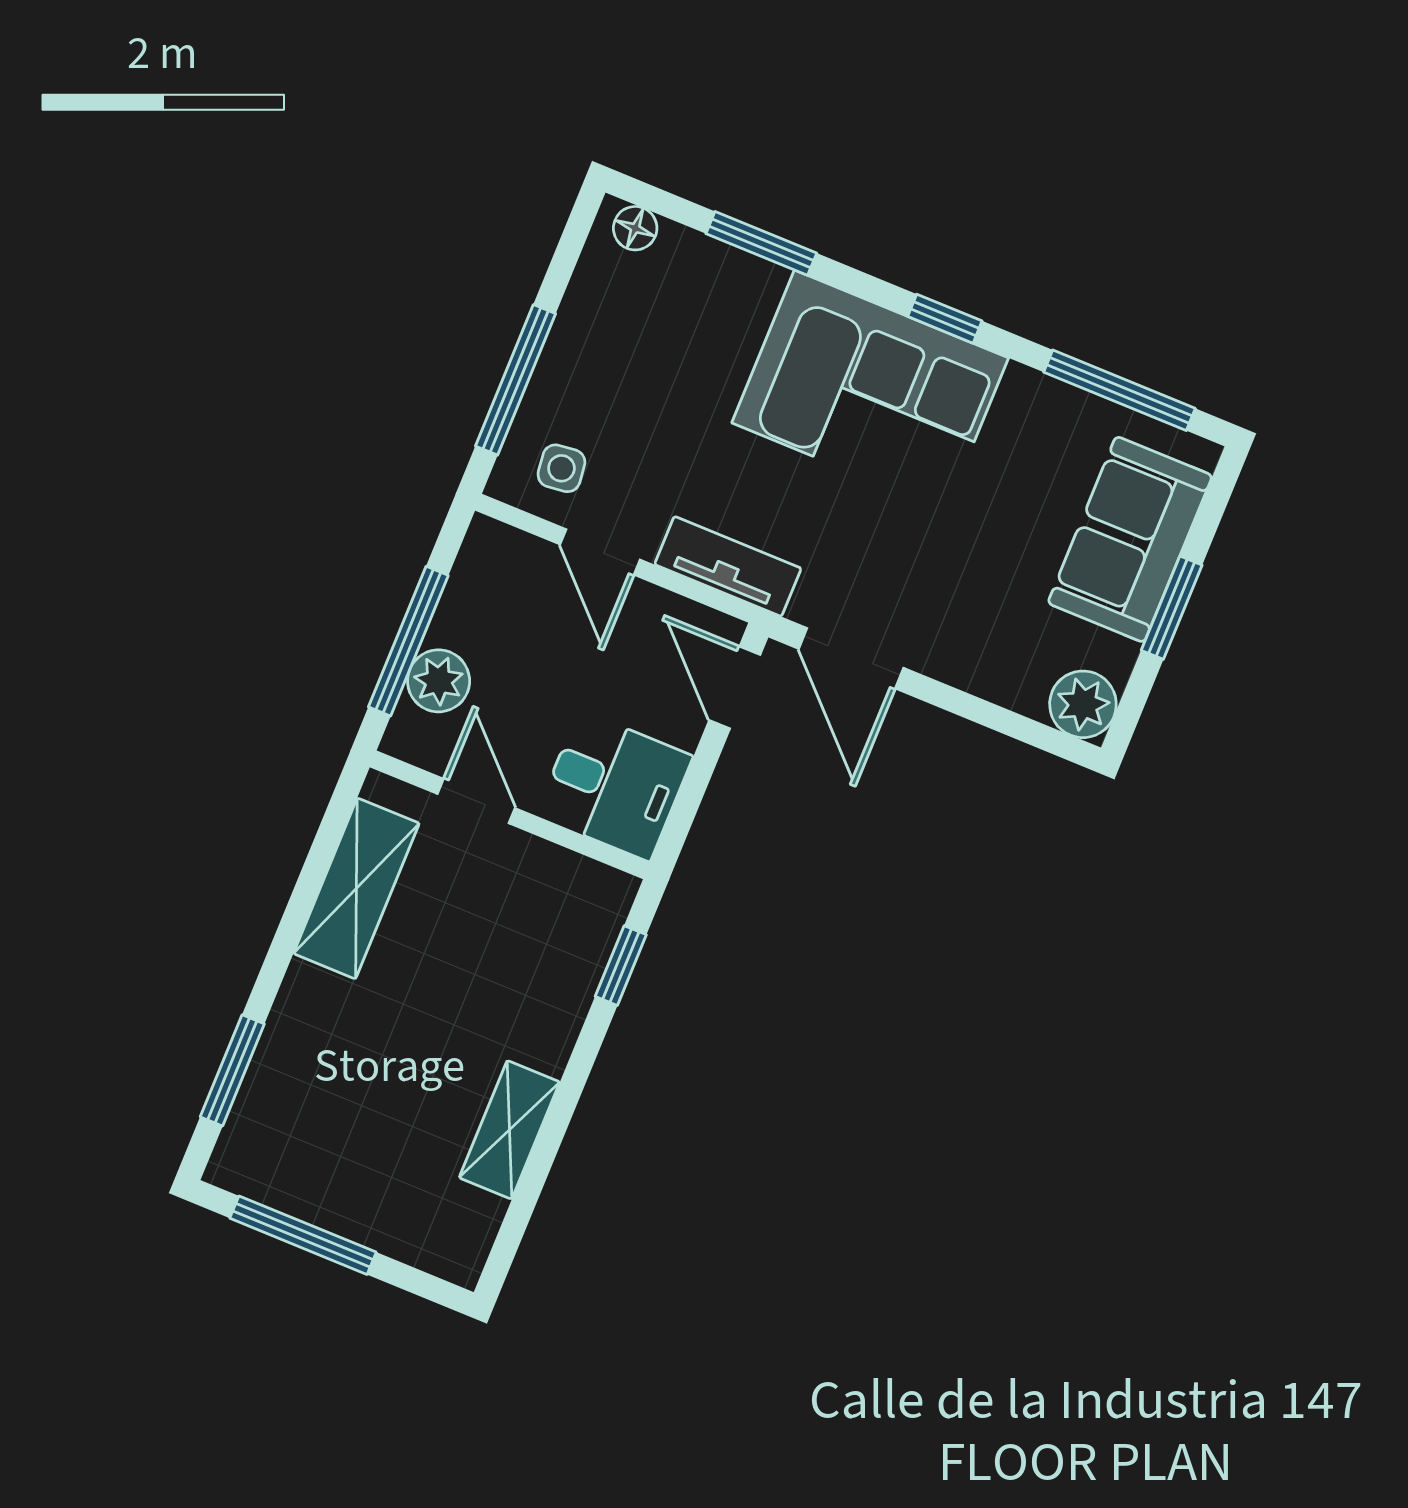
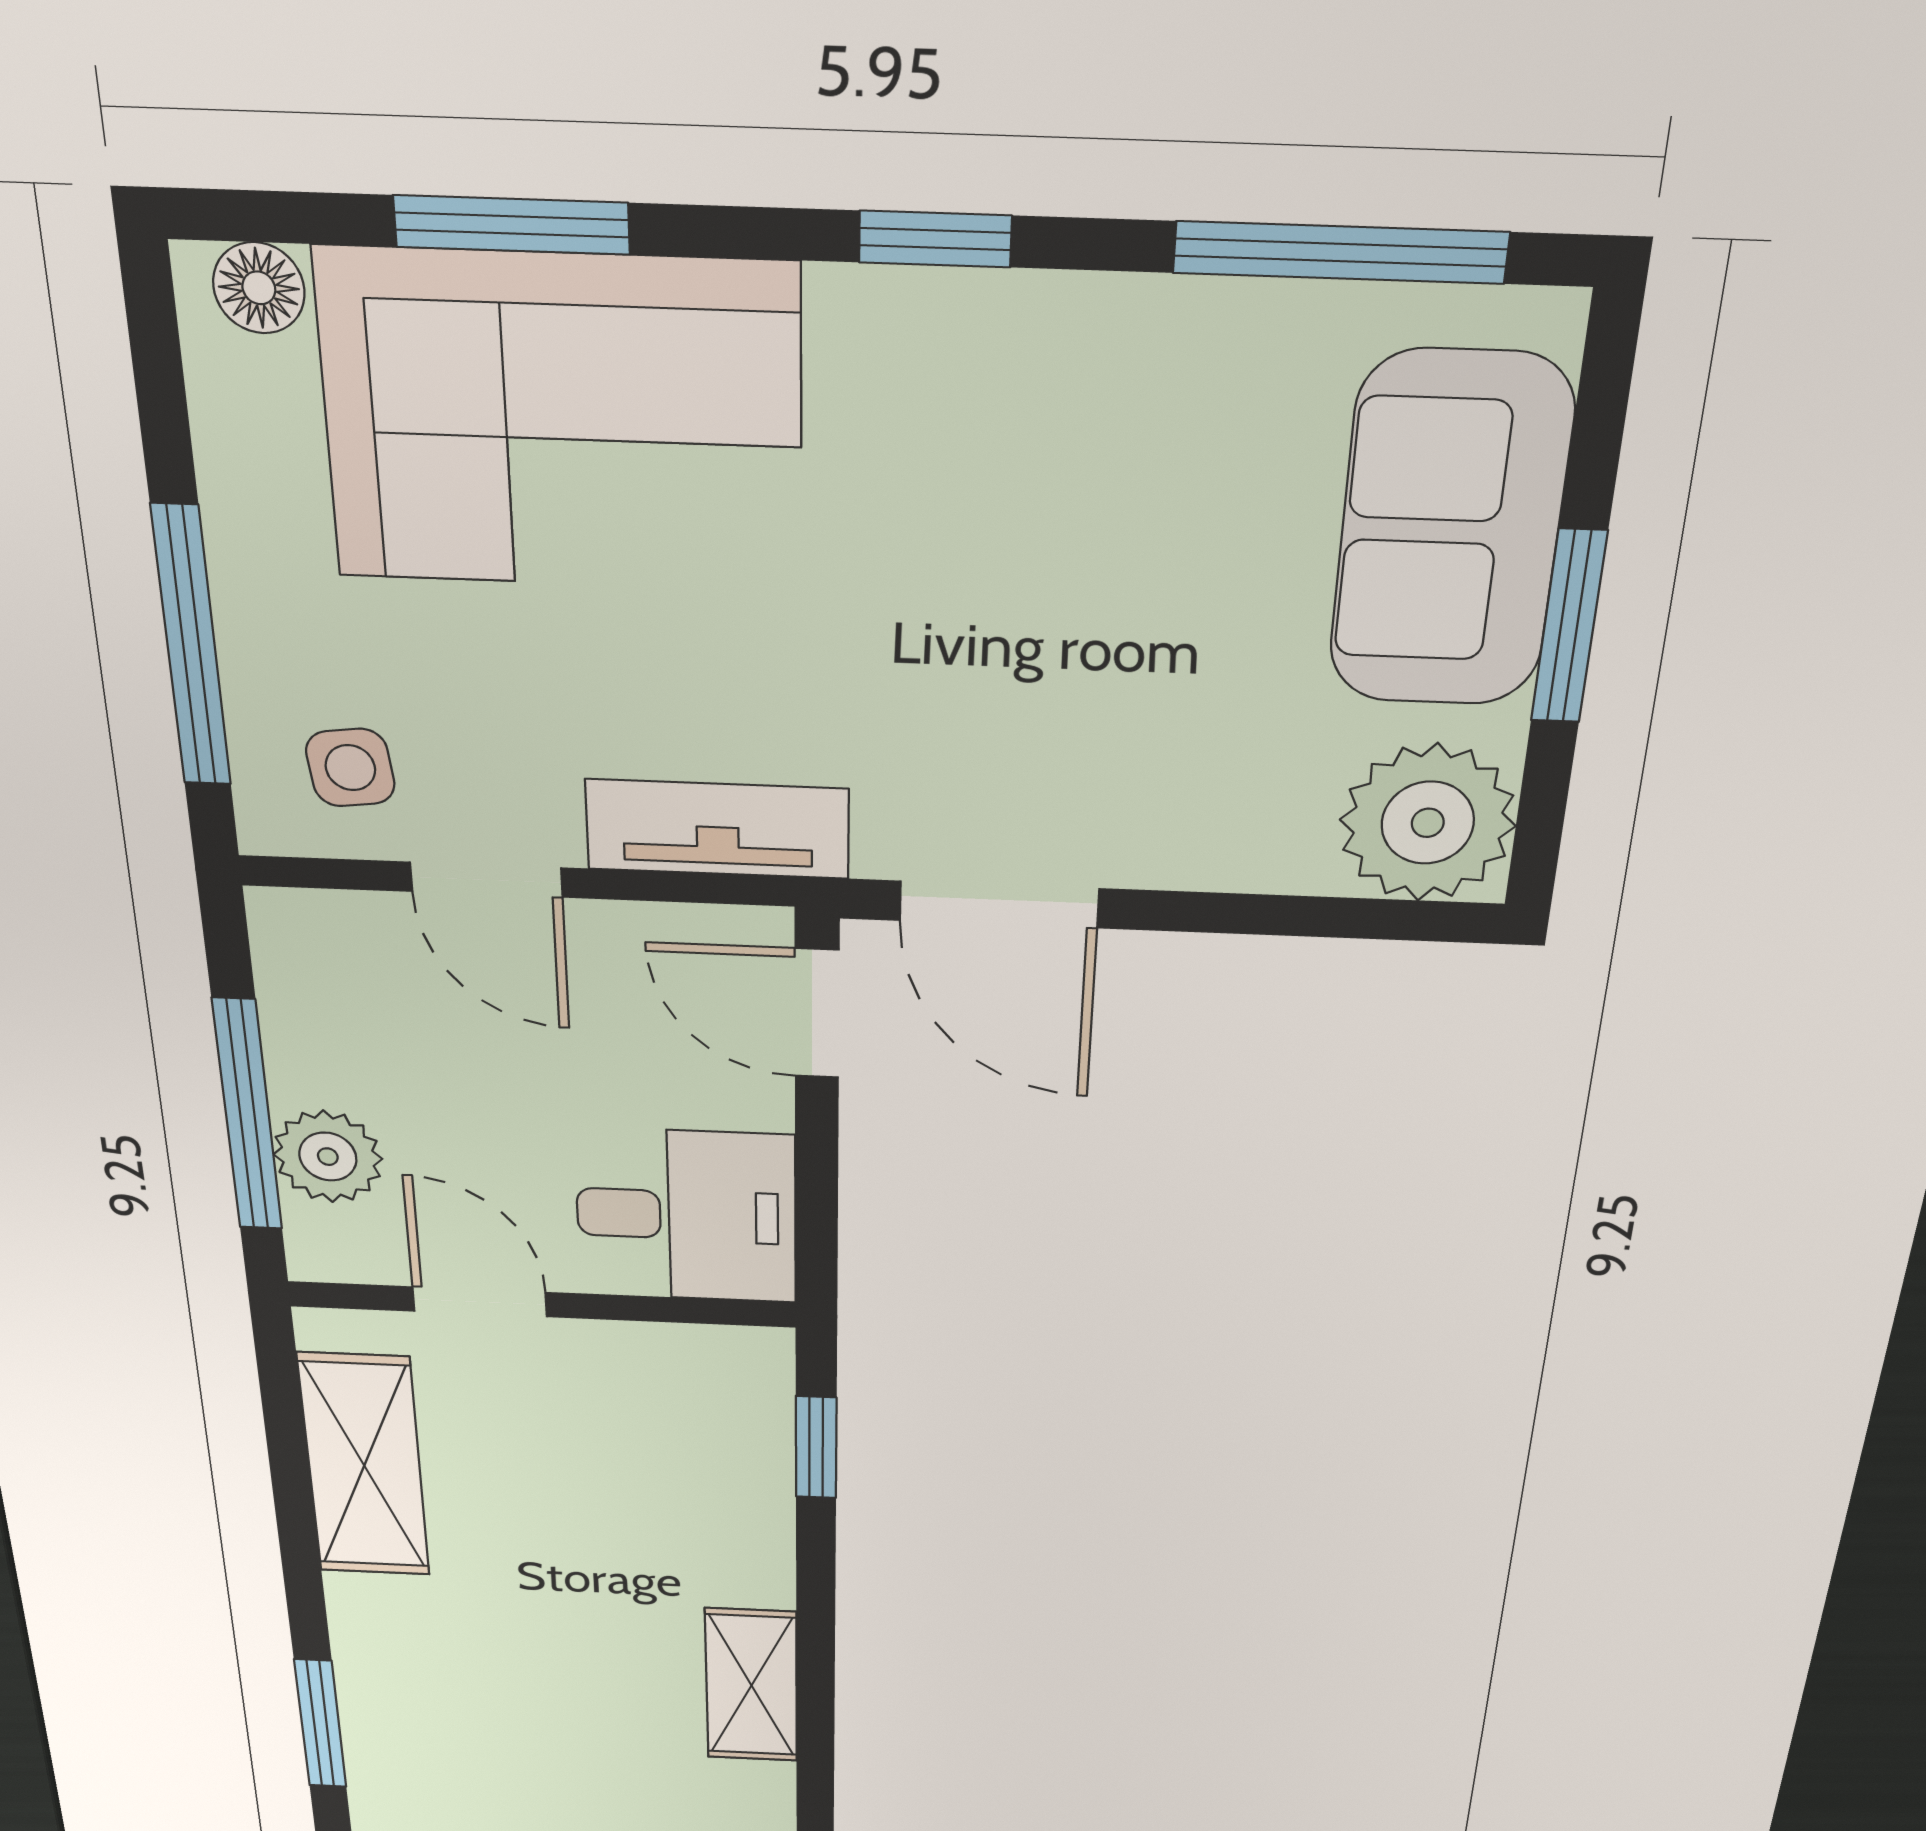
corner sofa: (870, 390) -> (563, 423), moved
plant: (1083, 704) -> (1428, 823), width x1.36, depth x1.36

